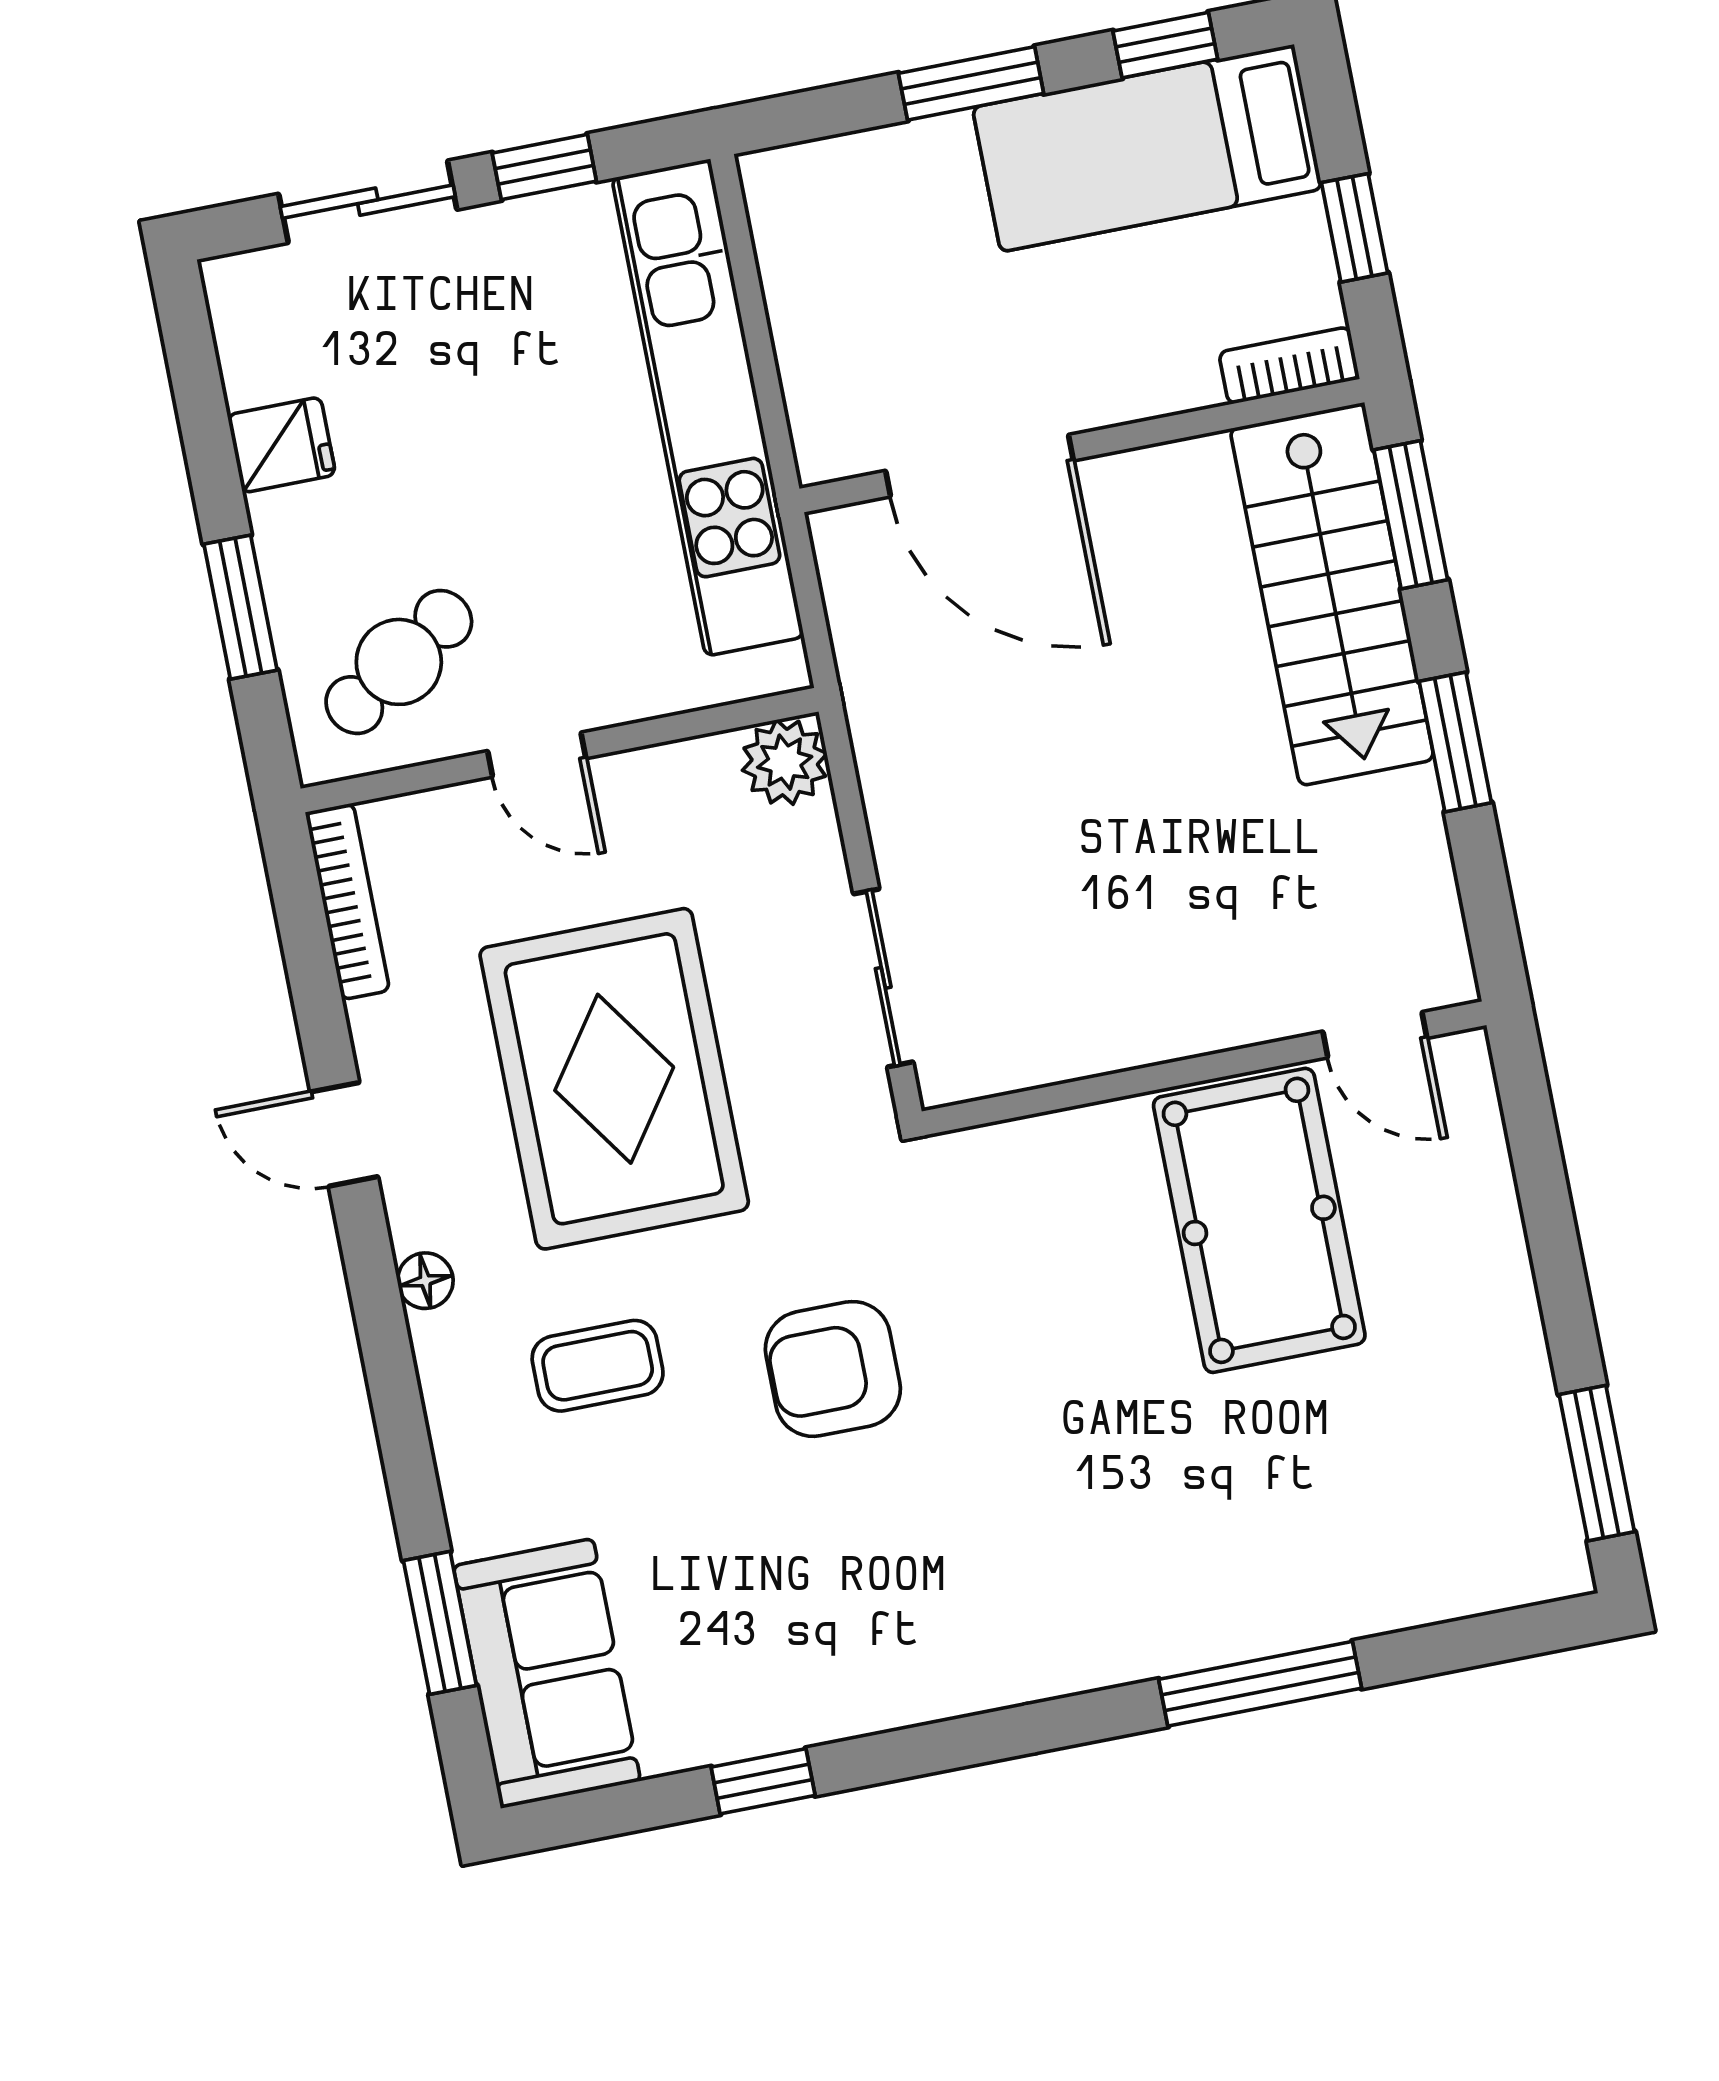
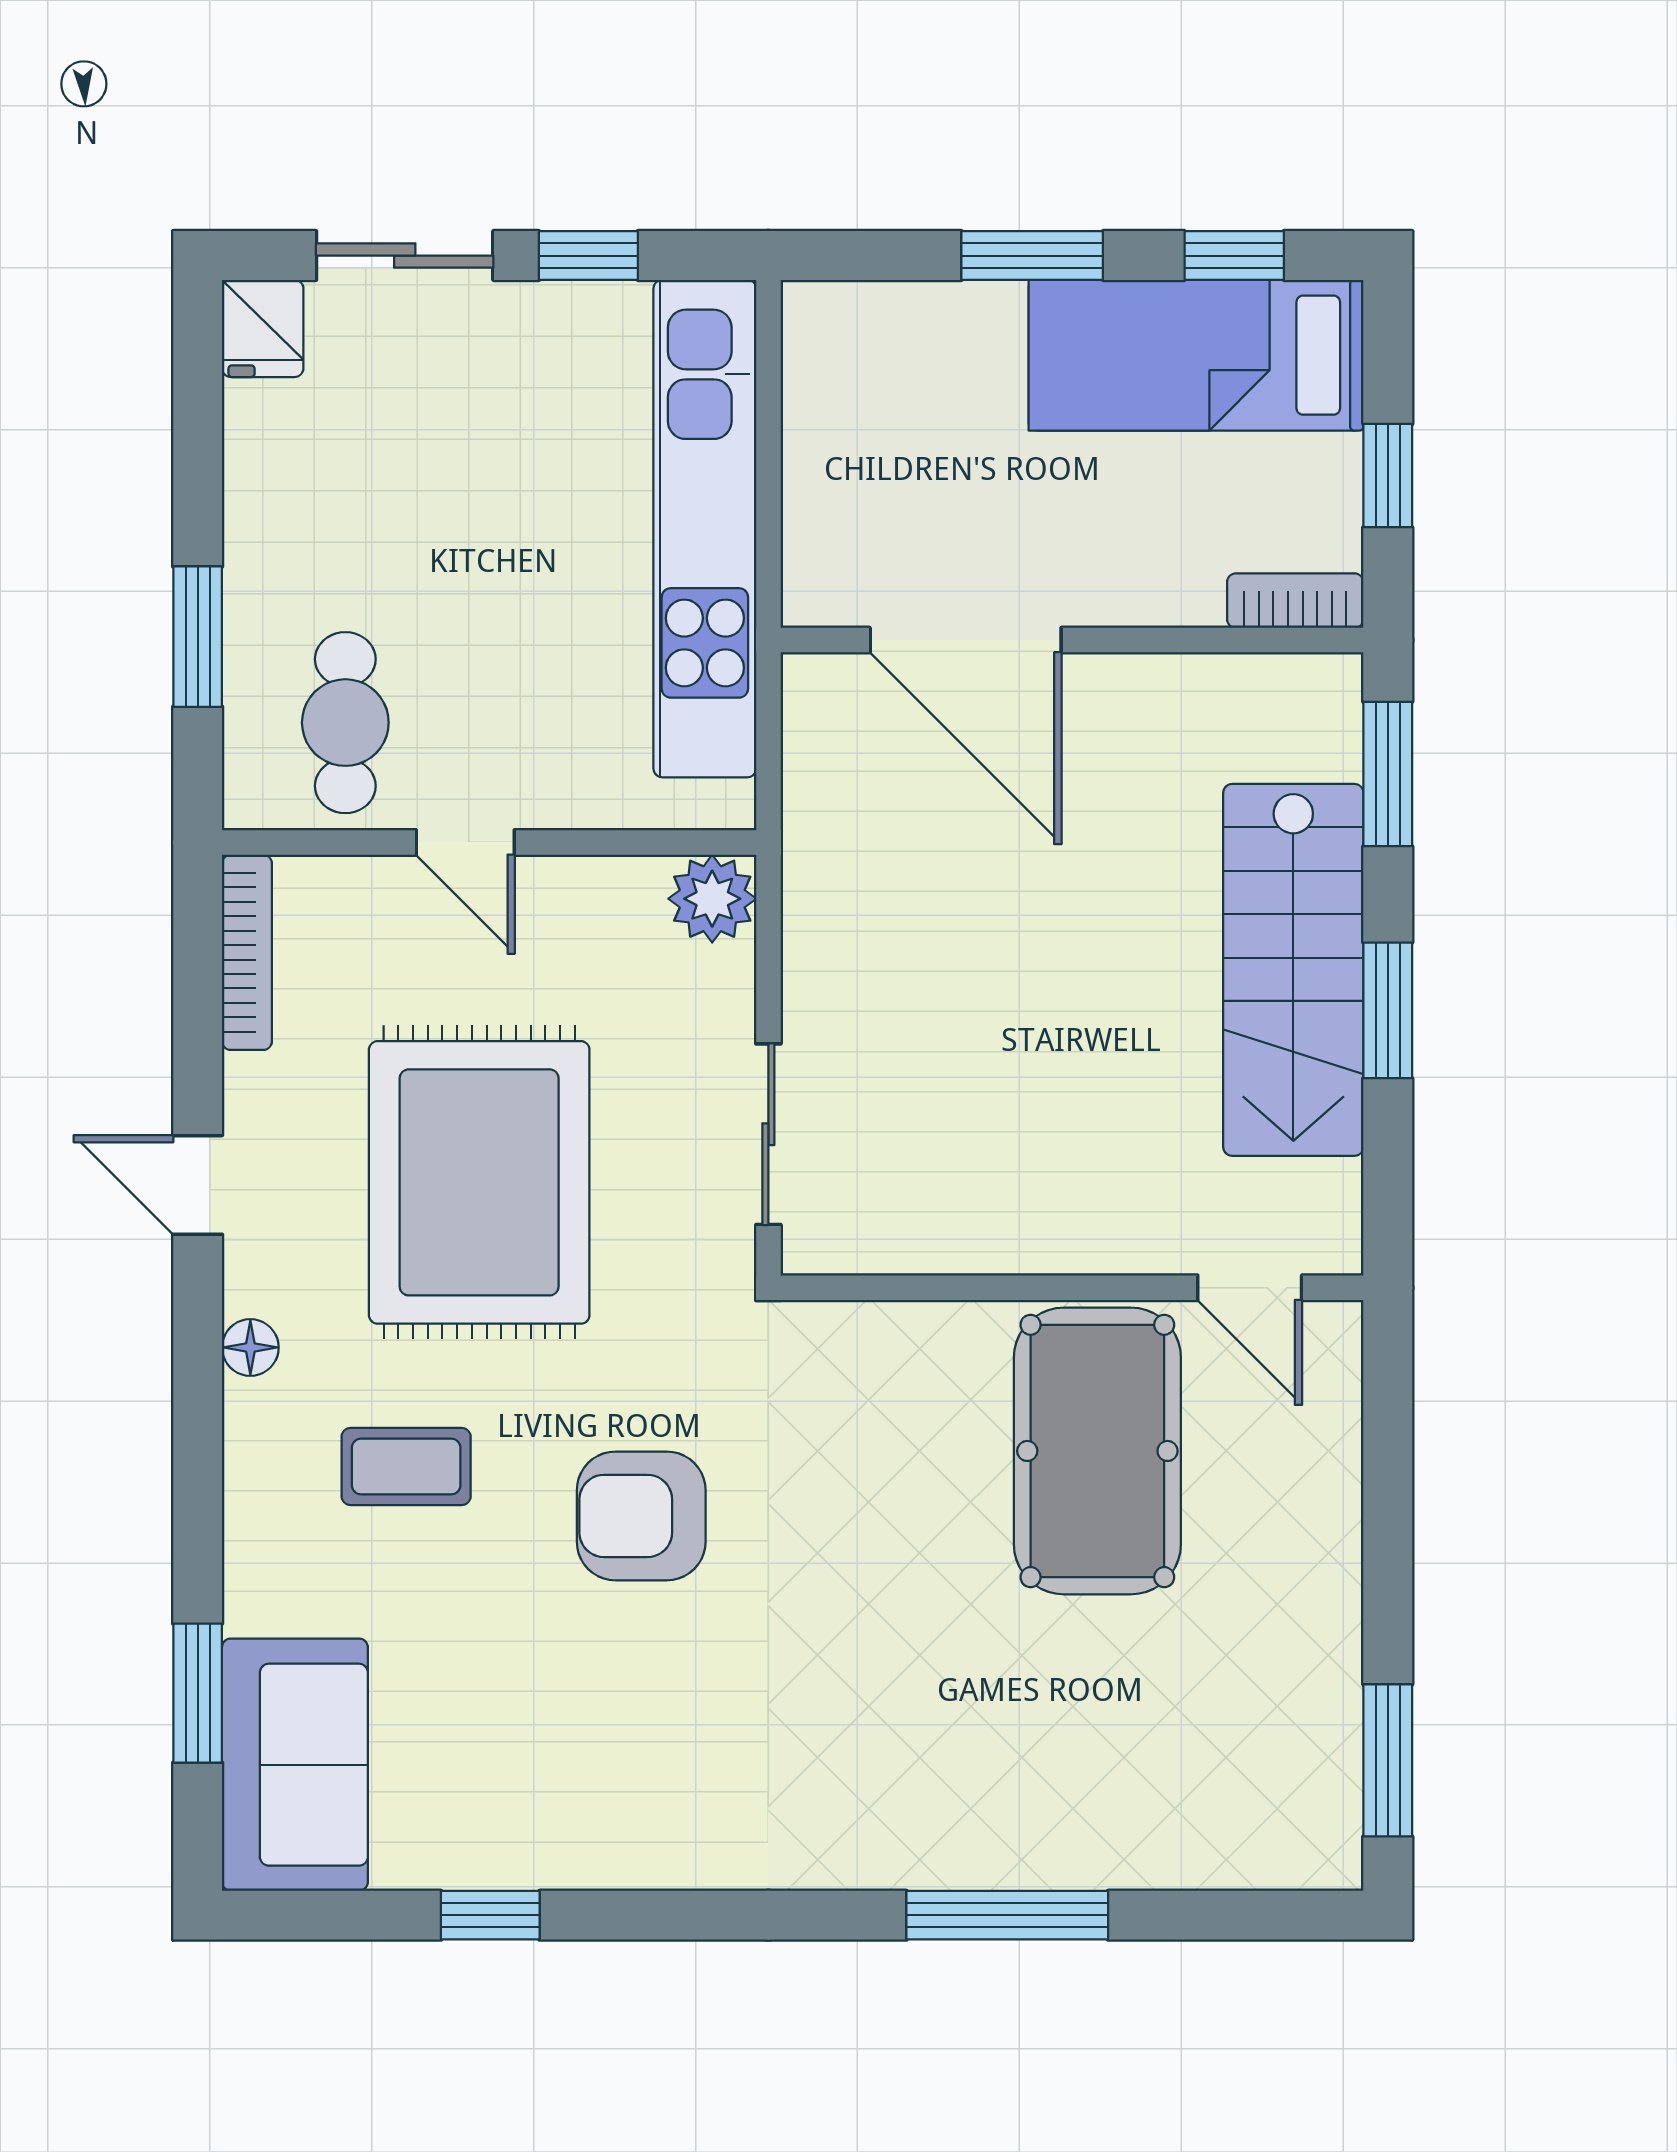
fridge: (282, 445) -> (263, 328), moved, turned 90
stairs: (1332, 594) -> (1293, 970), moved
cafe table: (399, 662) -> (345, 723), turned -57

